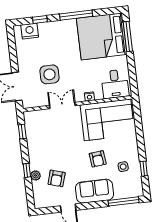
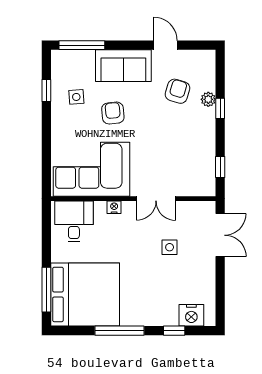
side table: (50, 74) -> (170, 247), width x0.54, depth x0.54

